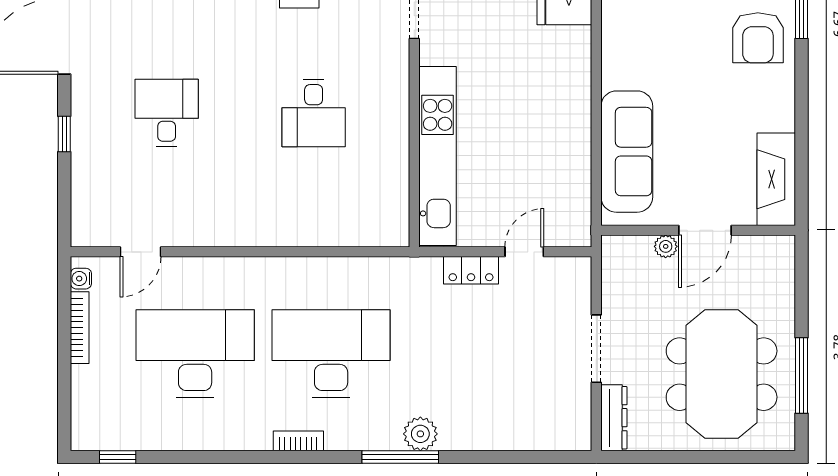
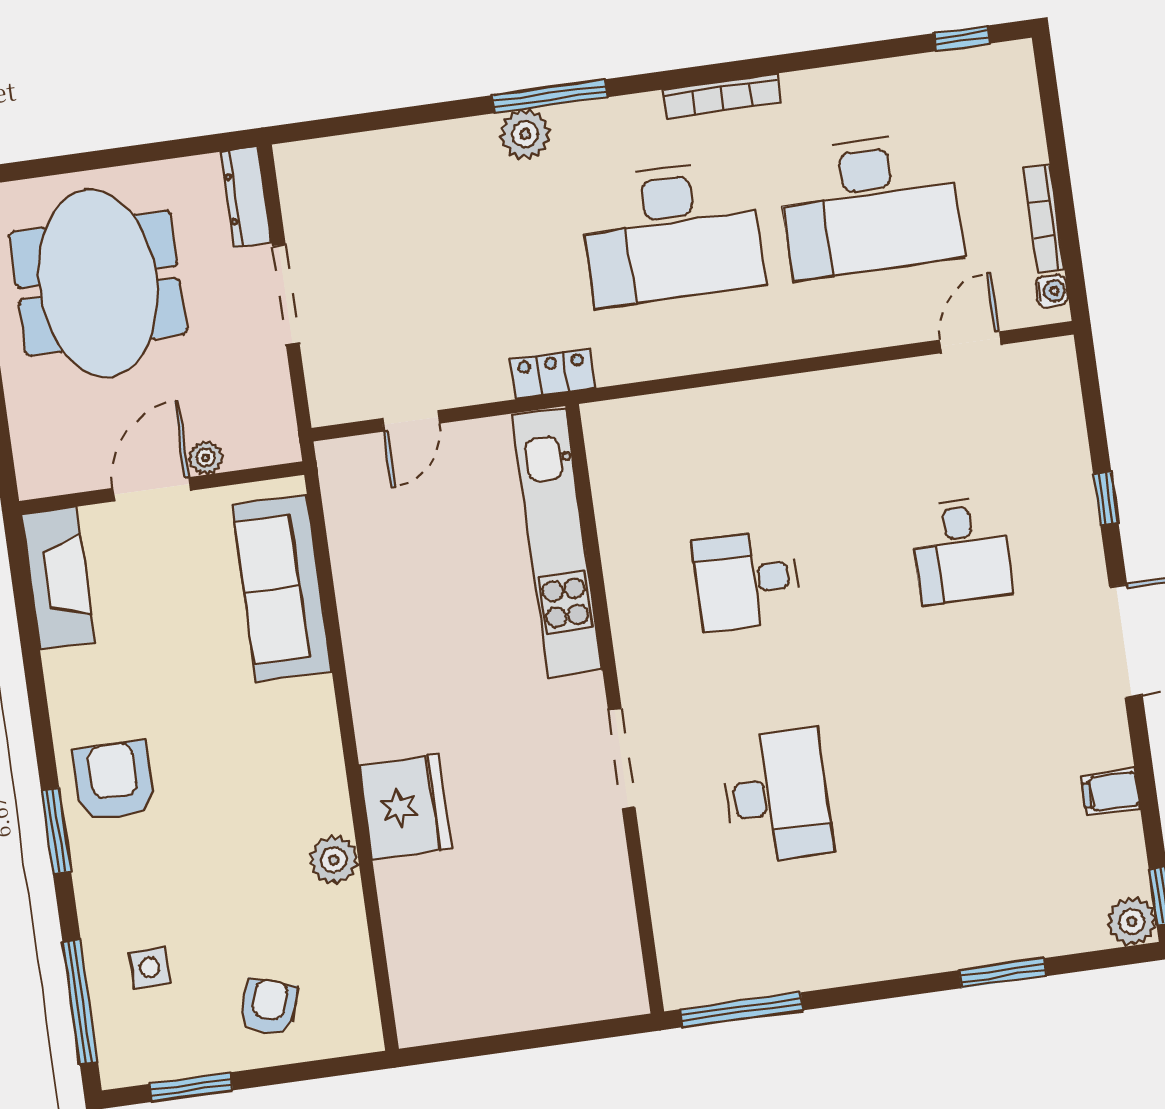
desk: (314, 113) -> (747, 580), turned -90
locker: (471, 270) -> (552, 374), moved
bookcase: (298, 441) -> (722, 96), width x1.56

